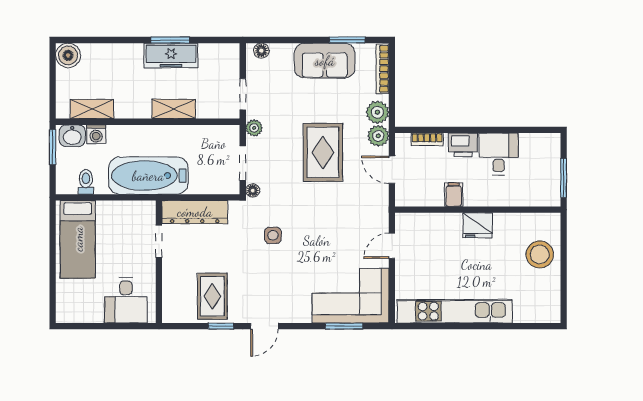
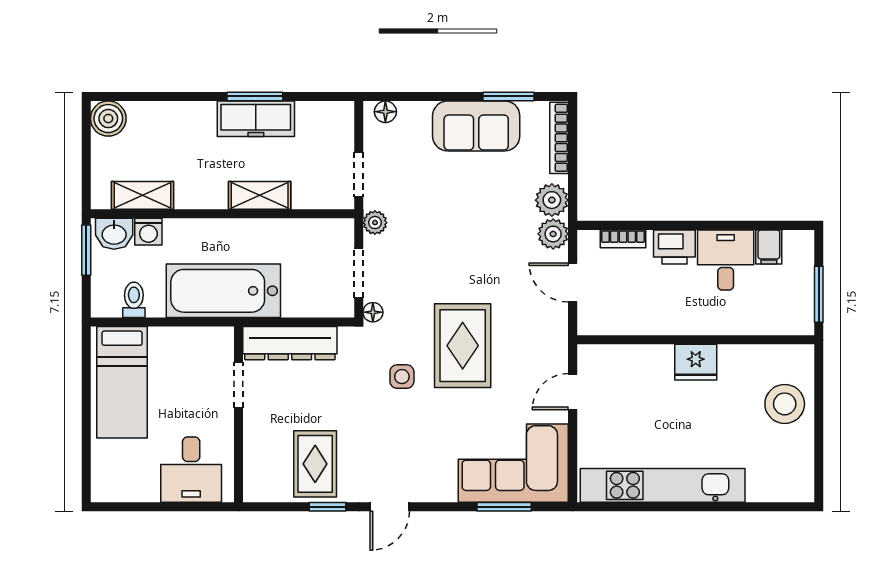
rug: (323, 152) -> (463, 346), moved
filing cabinet: (454, 195) -> (769, 247), moved, turned 180

